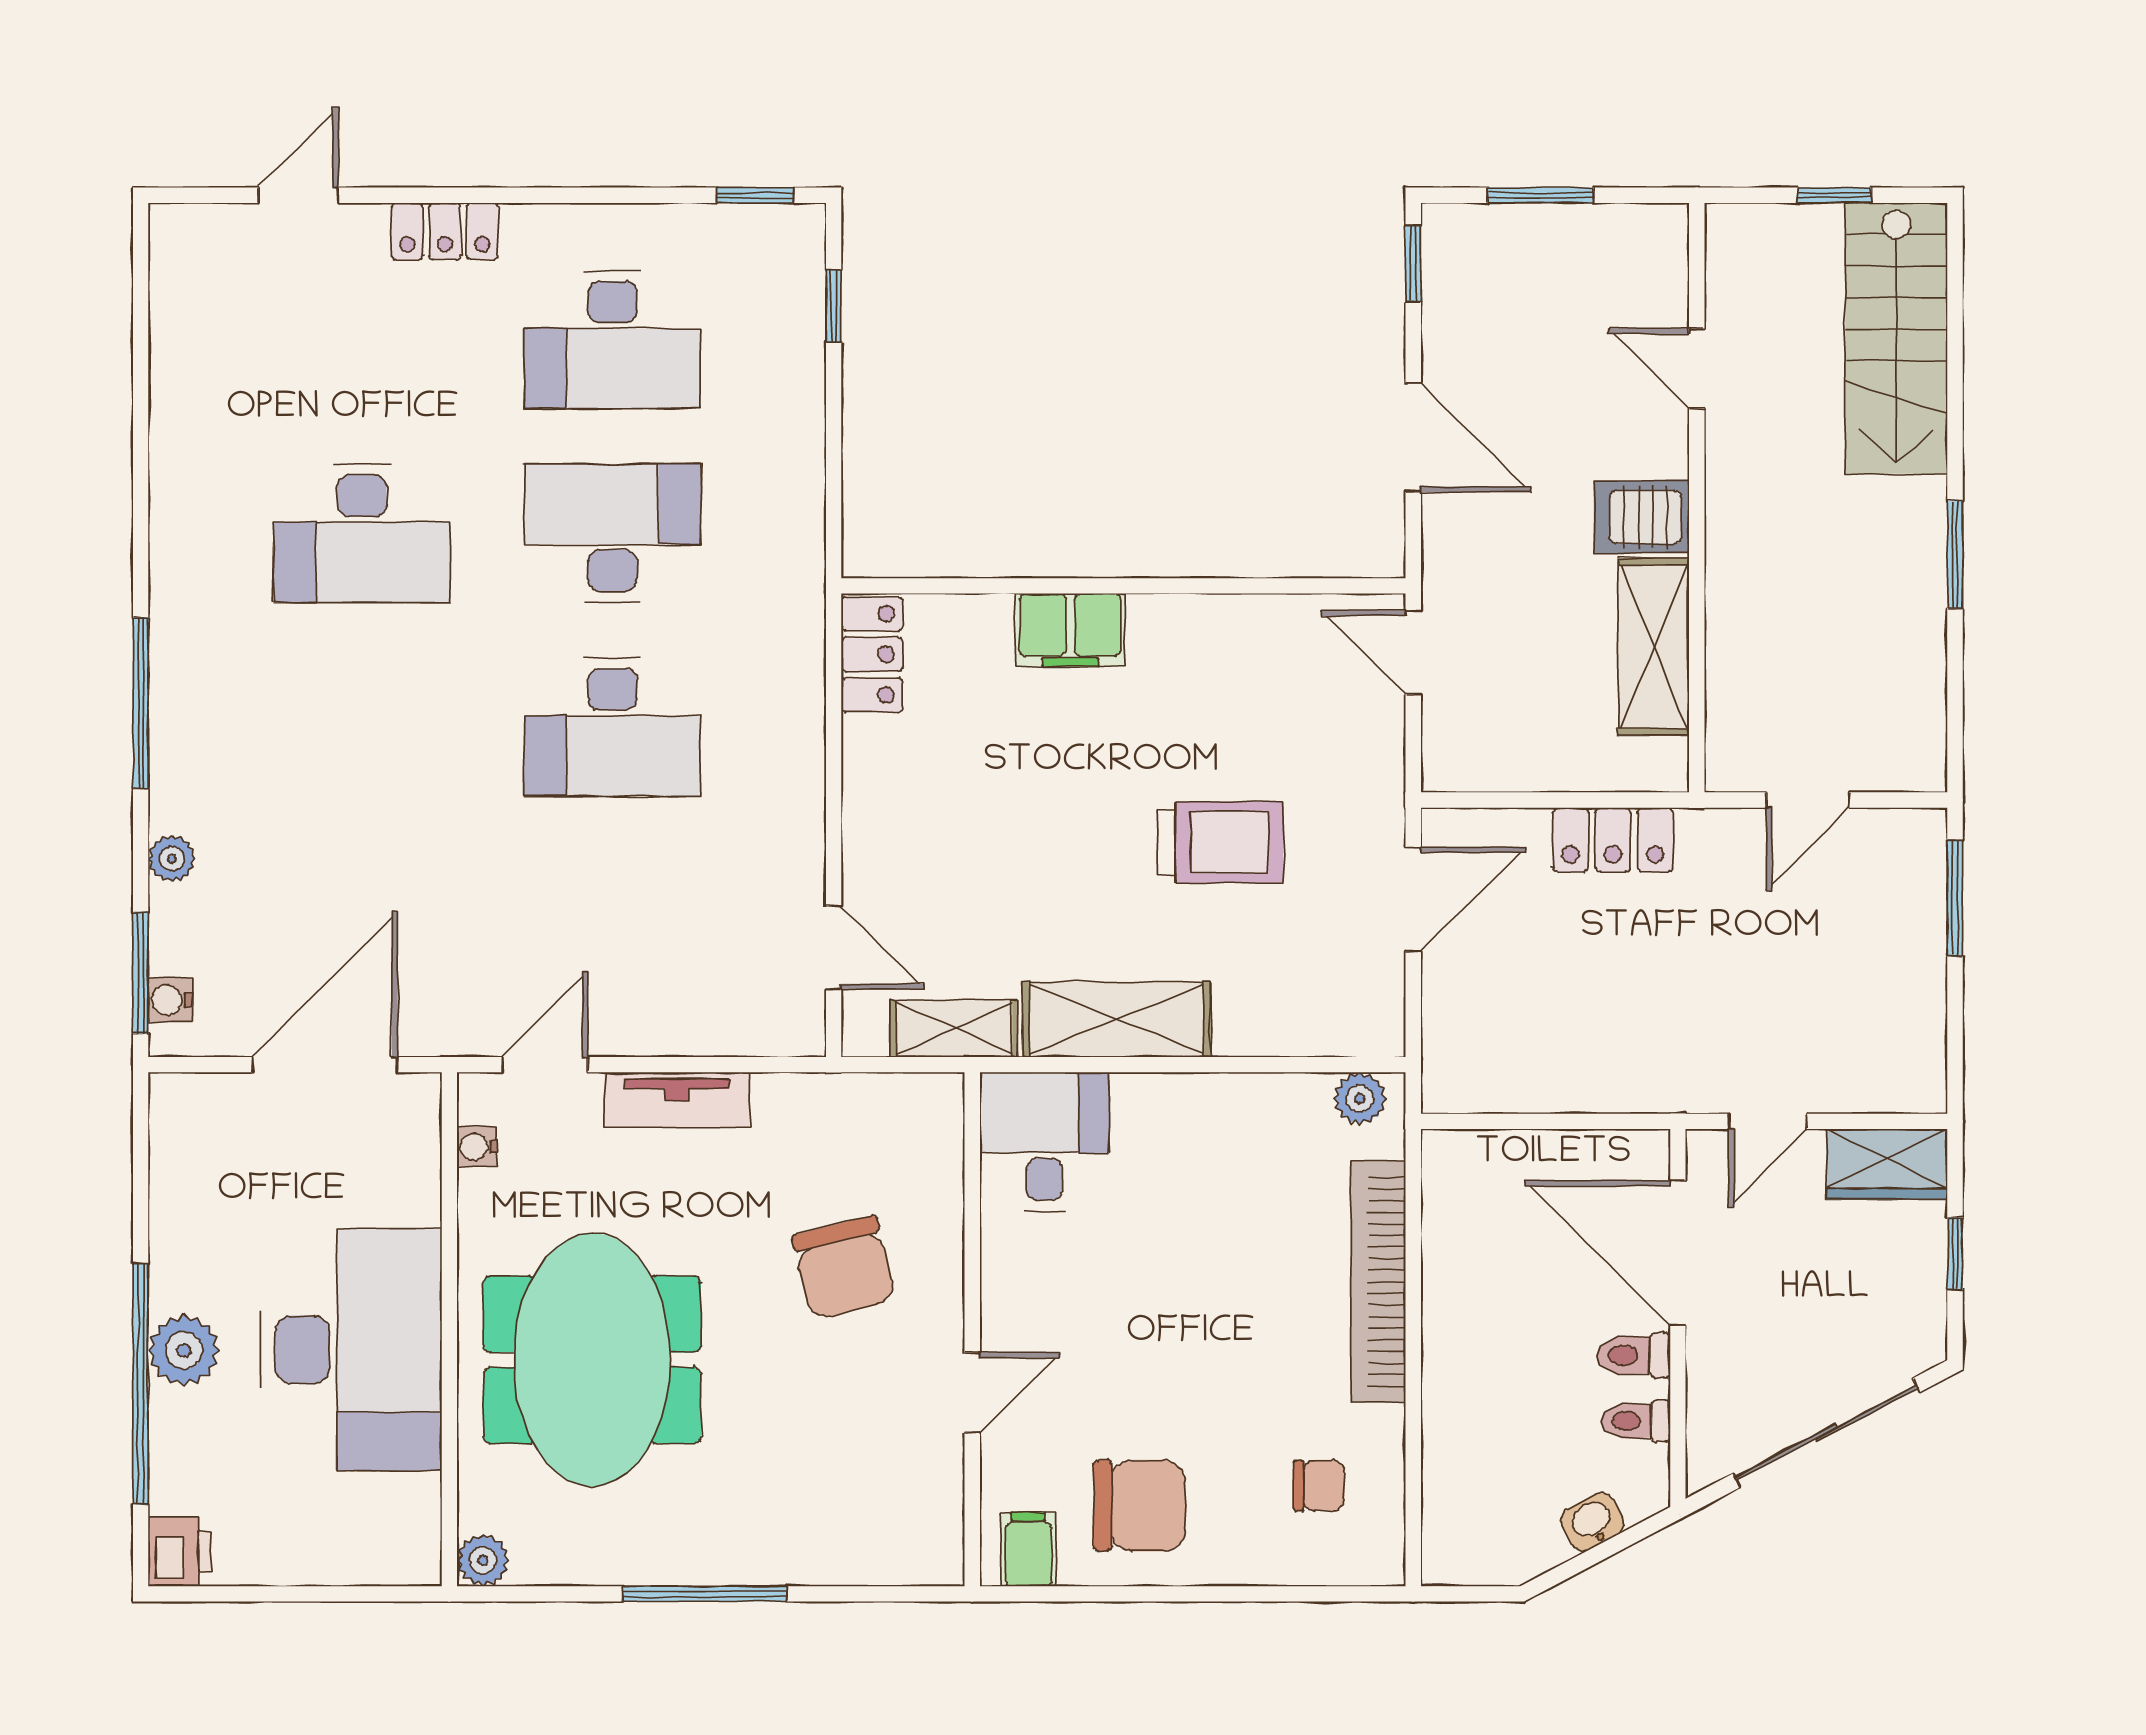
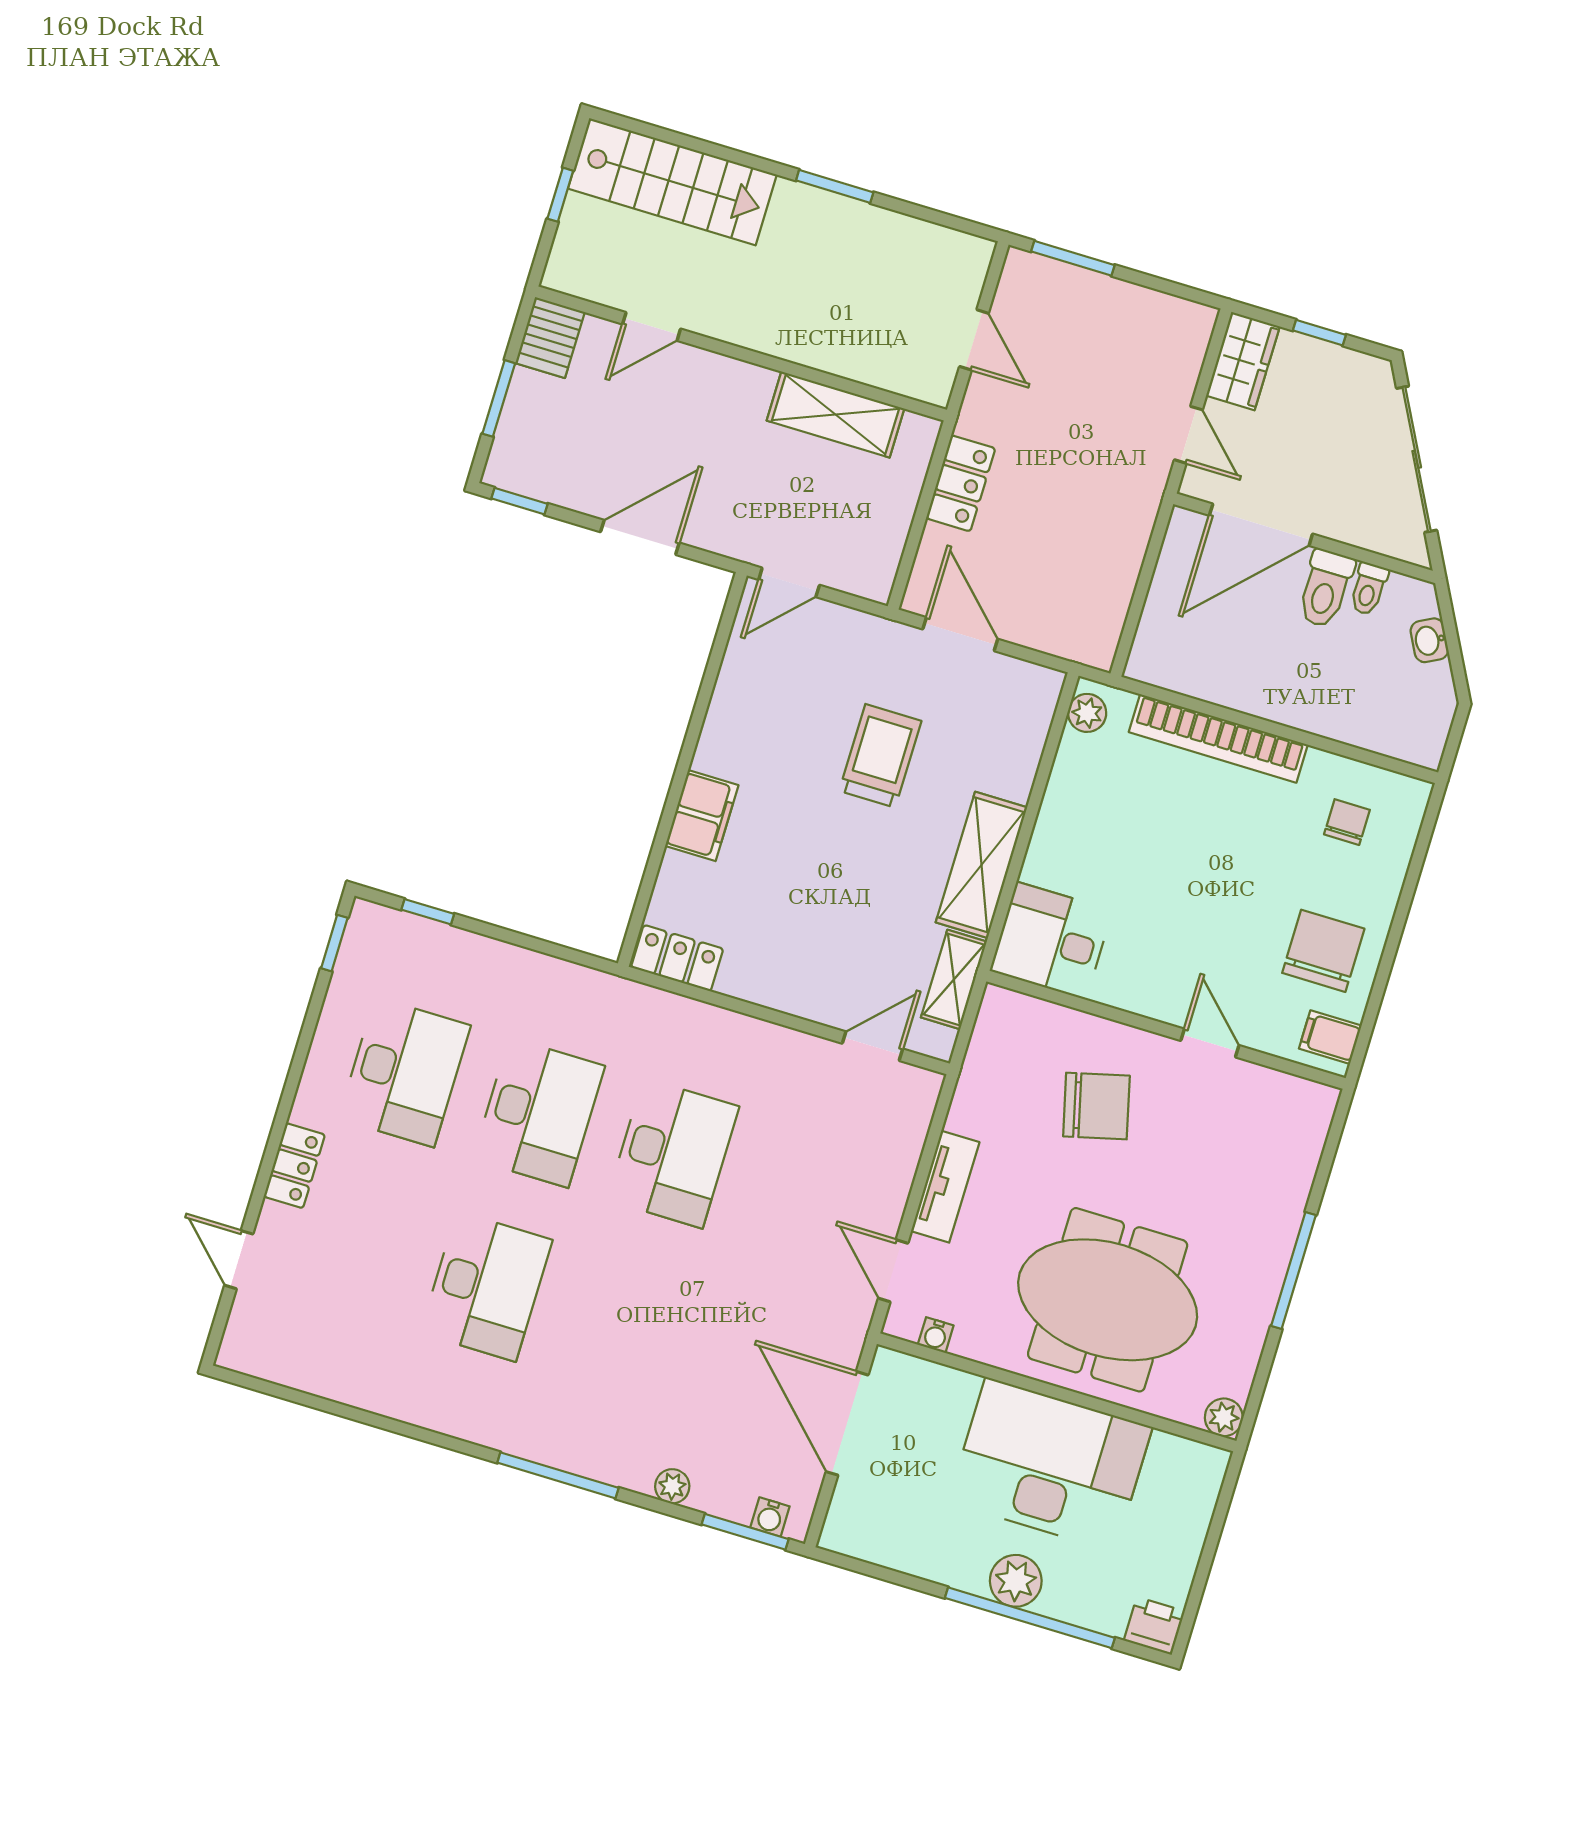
server rack: (1642, 517) -> (550, 338), moved
desk: (612, 533) -> (539, 1113), turned 180
toilet: (1633, 1355) -> (1325, 589), width x1.37, depth x1.39

